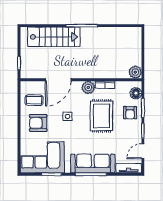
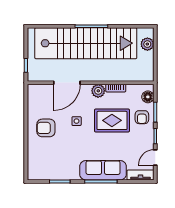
stairs: (54, 37) -> (86, 43), width x1.86, depth x1.51
plant: (135, 72) -> (147, 44), moved
coffee table: (34, 100) -> (42, 104), removed
rug: (101, 116) -> (112, 120), turned 90
corner sofa: (42, 157) -> (50, 164), removed

